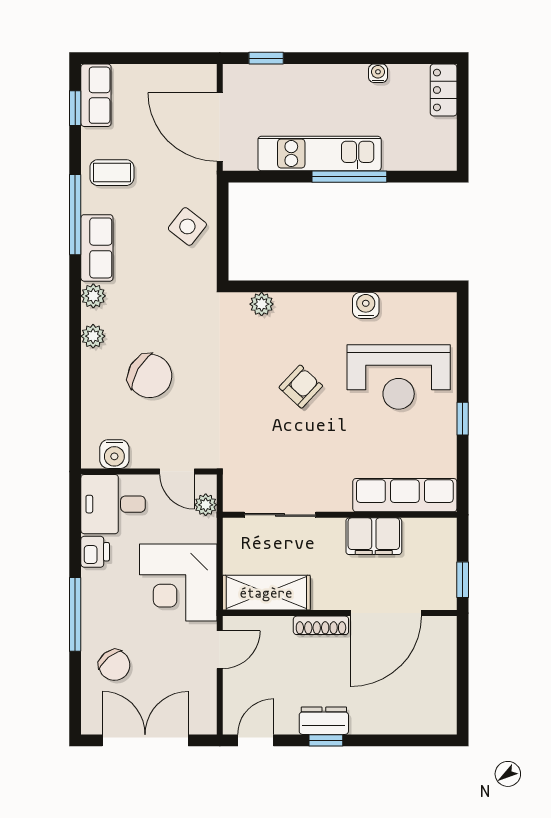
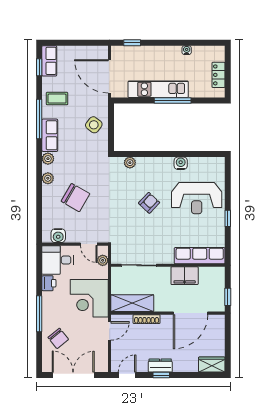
locker: (444, 90) -> (219, 75), moved
shoe rack: (321, 625) -> (147, 319), moved
wardrobe: (430, 719) -> (212, 365), added

